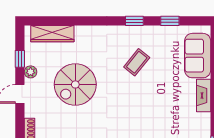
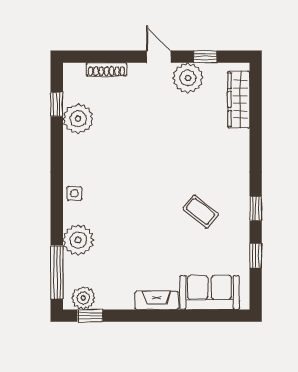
plant: (31, 72) -> (188, 78), width x1.88, depth x1.88
spiral stairs: (75, 84) -> (171, 130), removed

